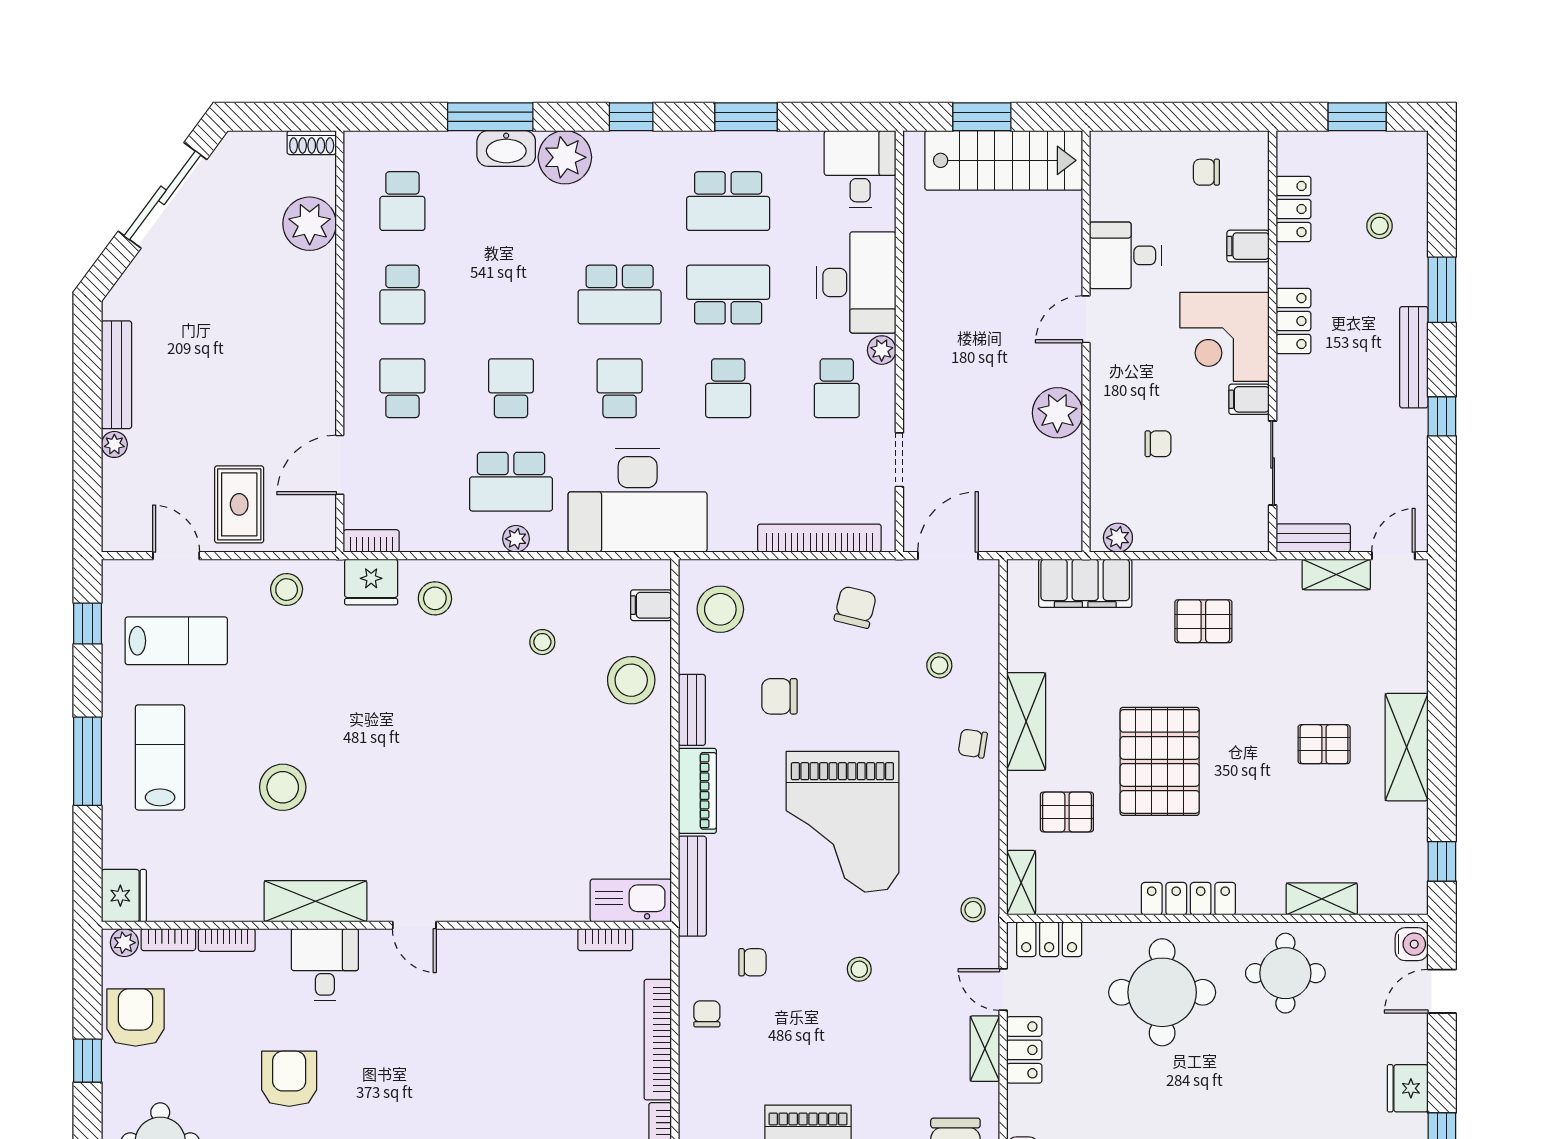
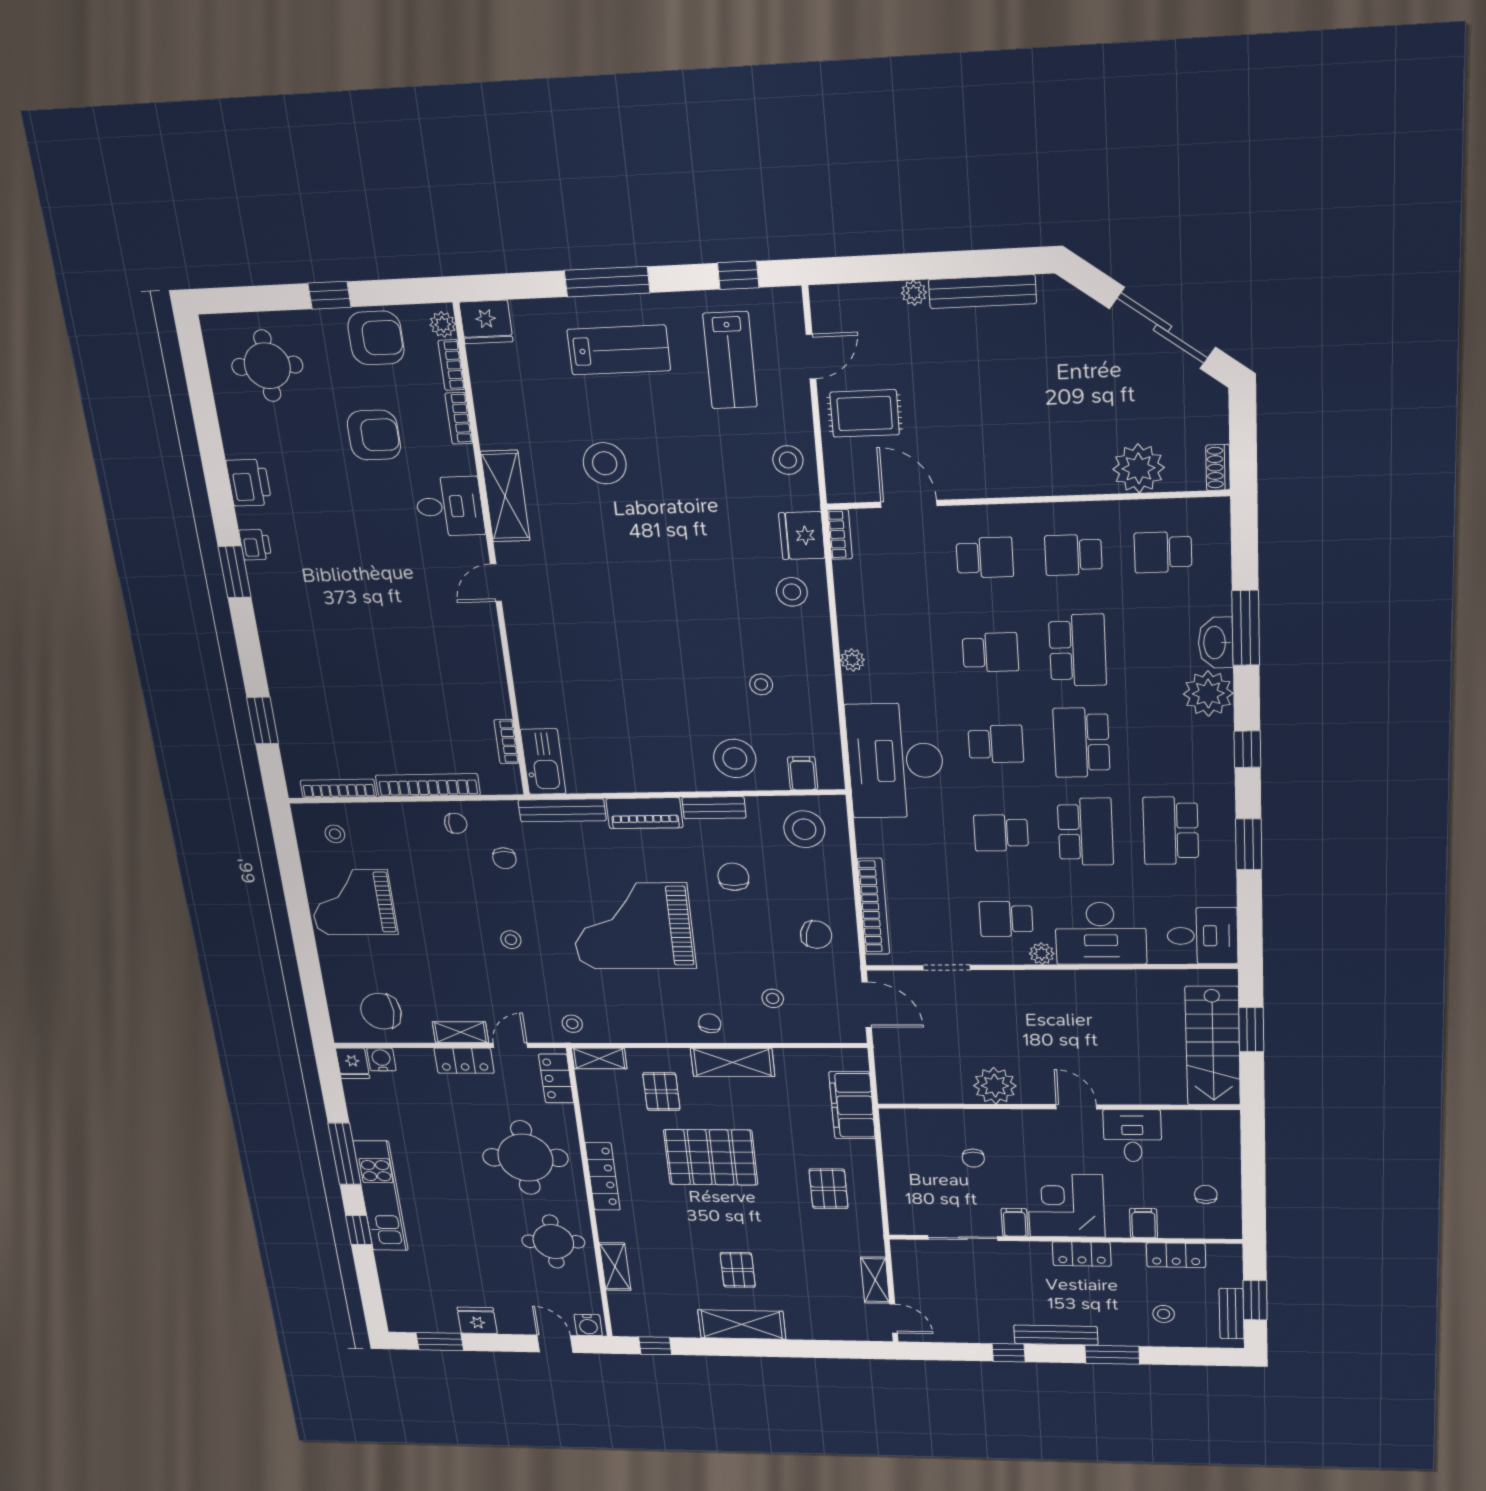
school desk: (511, 482) -> (1078, 650), moved, turned 180
plant: (1118, 538) -> (892, 1129), removed
bench: (1313, 538) -> (1232, 1314), moved
armchair: (289, 1079) -> (374, 435), moved

